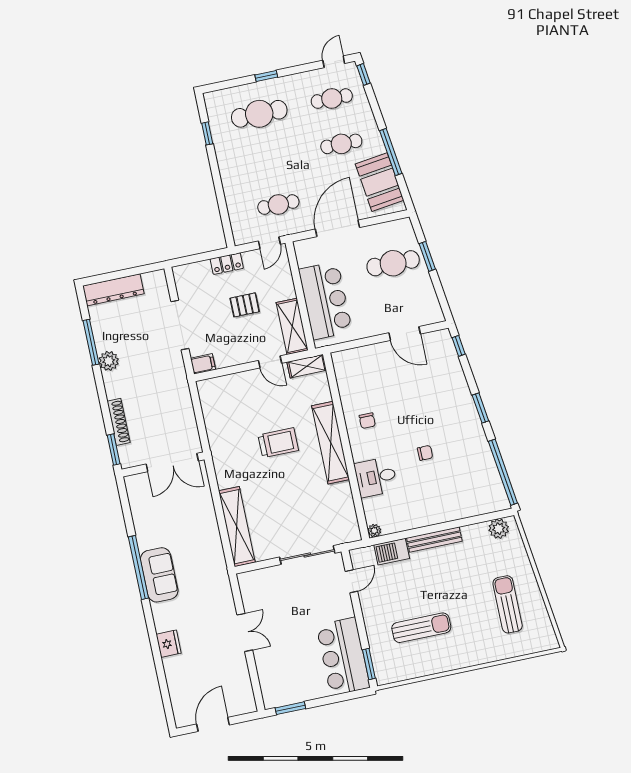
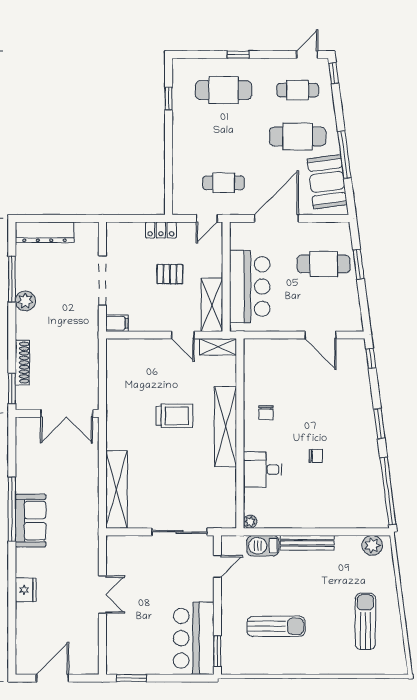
cafe table: (341, 144) -> (298, 136), width x1.37, depth x1.35

